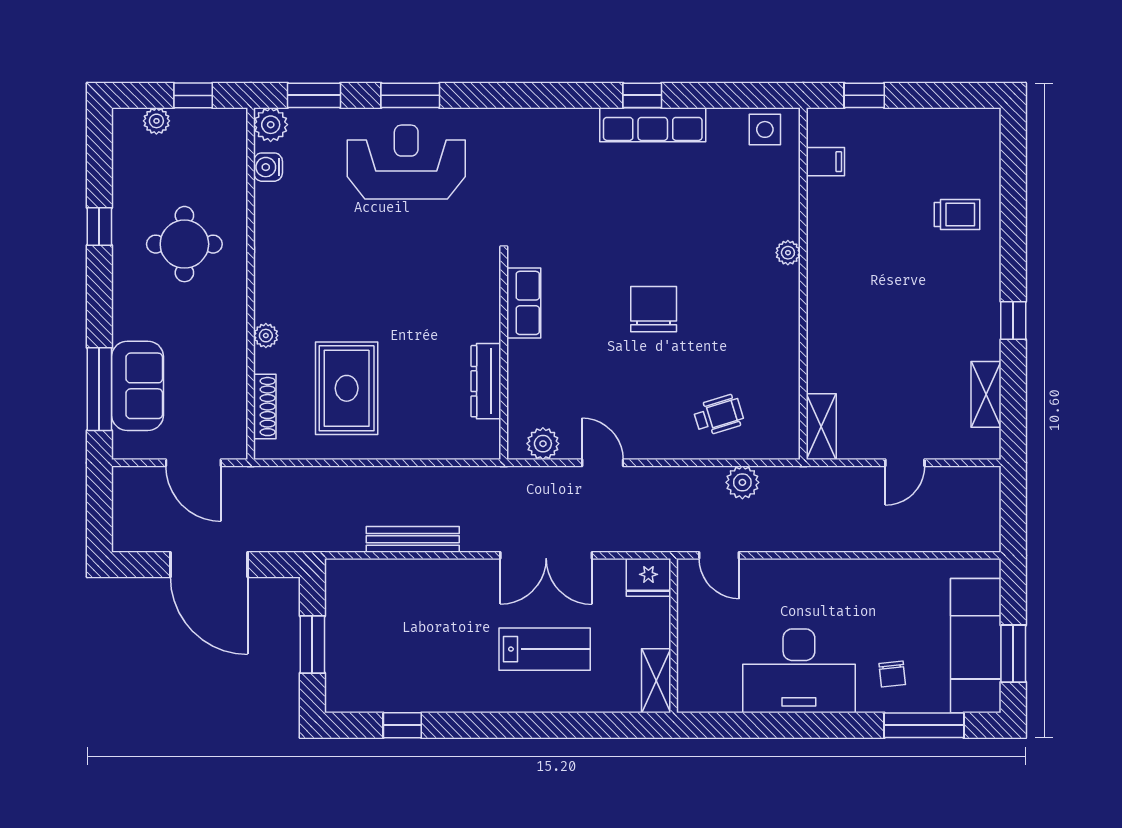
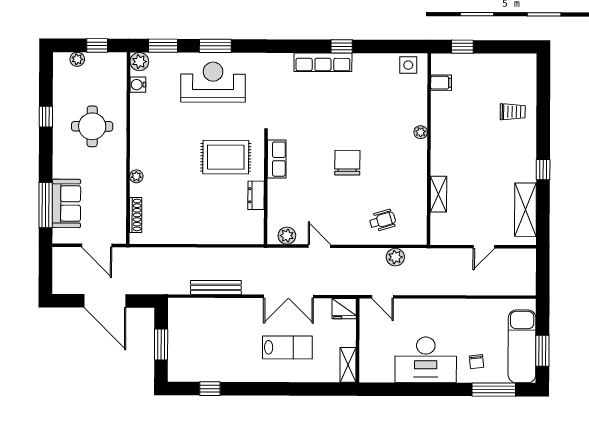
row of seats: (653, 125) -> (323, 62), moved
dresser: (486, 381) -> (256, 195), width x0.70
rug: (347, 388) -> (226, 157), moved, turned 90
shelving: (986, 394) -> (525, 210), width x1.50, depth x1.33
shelving: (821, 427) -> (438, 194), moved

